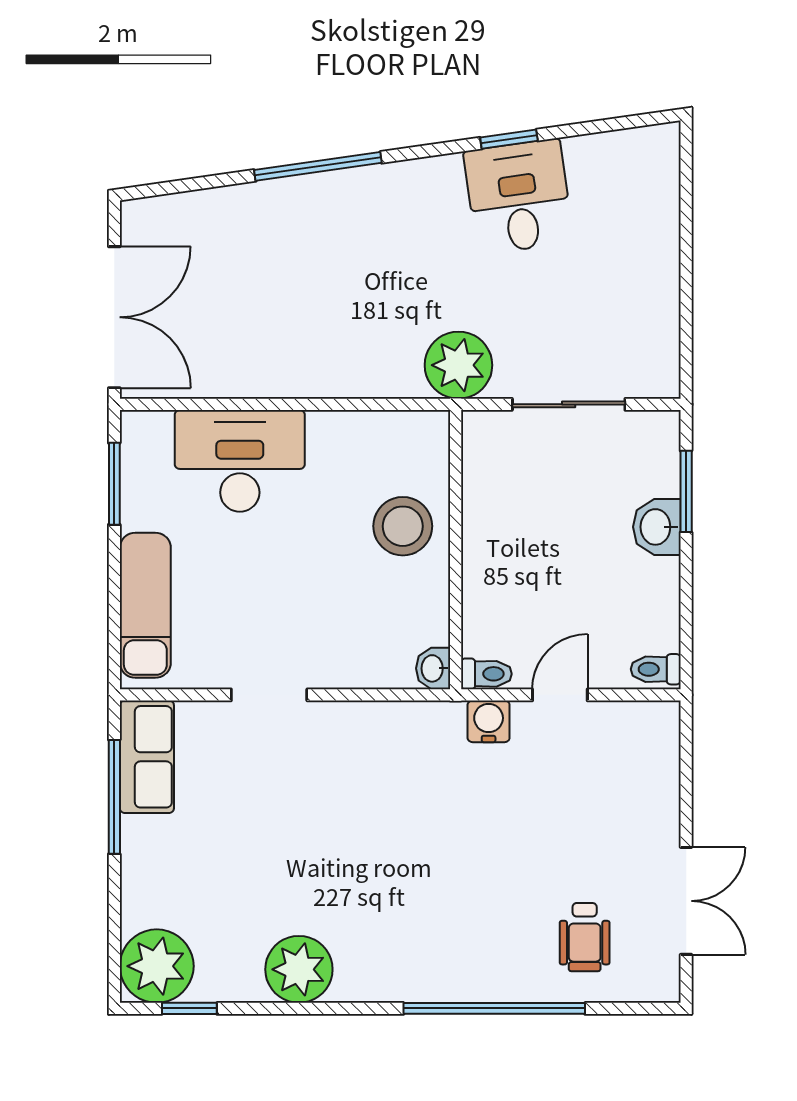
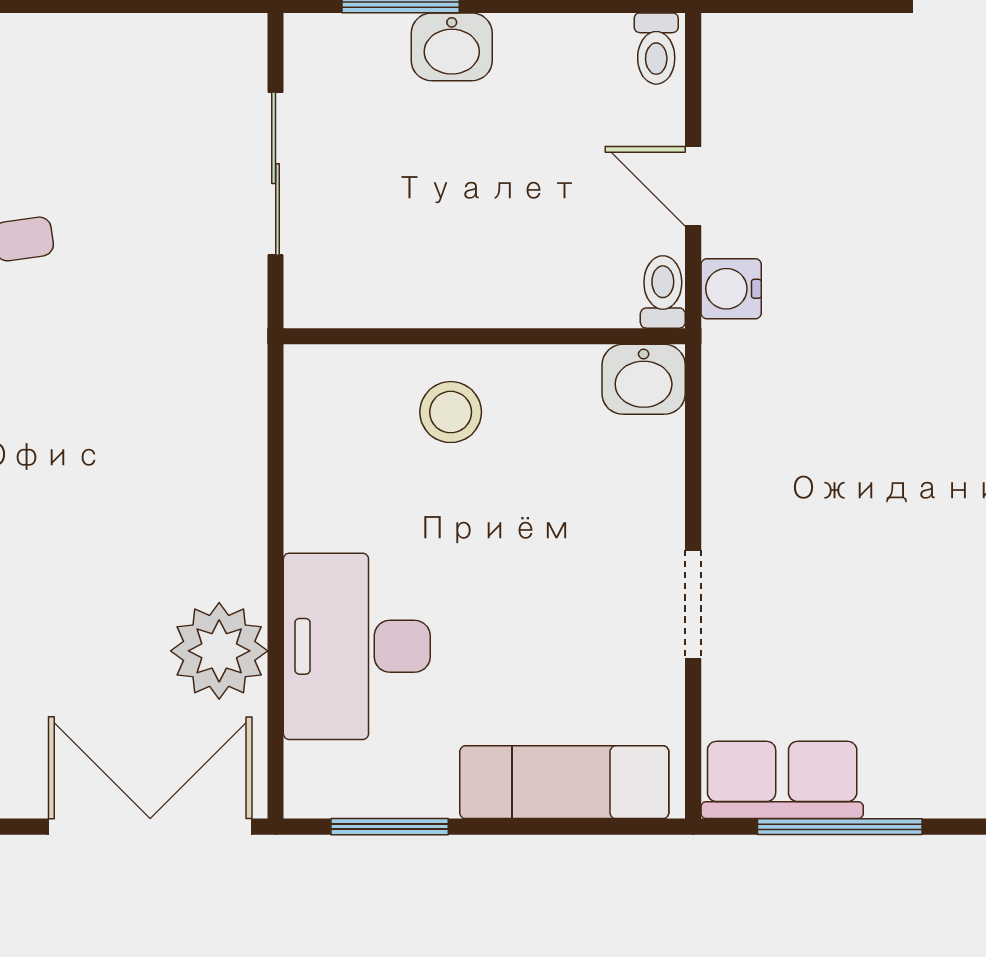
plant: (458, 365) -> (219, 651), moved
stool: (403, 526) -> (451, 412), width x0.73, depth x0.73
washbasin: (433, 668) -> (644, 379), width x1.38, depth x1.45

